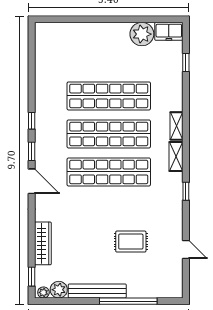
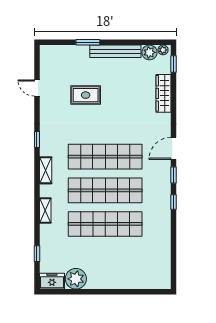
shelving: (176, 126) -> (45, 211), moved
door: (32, 181) -> (174, 148), hinge flipped
window: (128, 301) -> (88, 42), width x0.47

